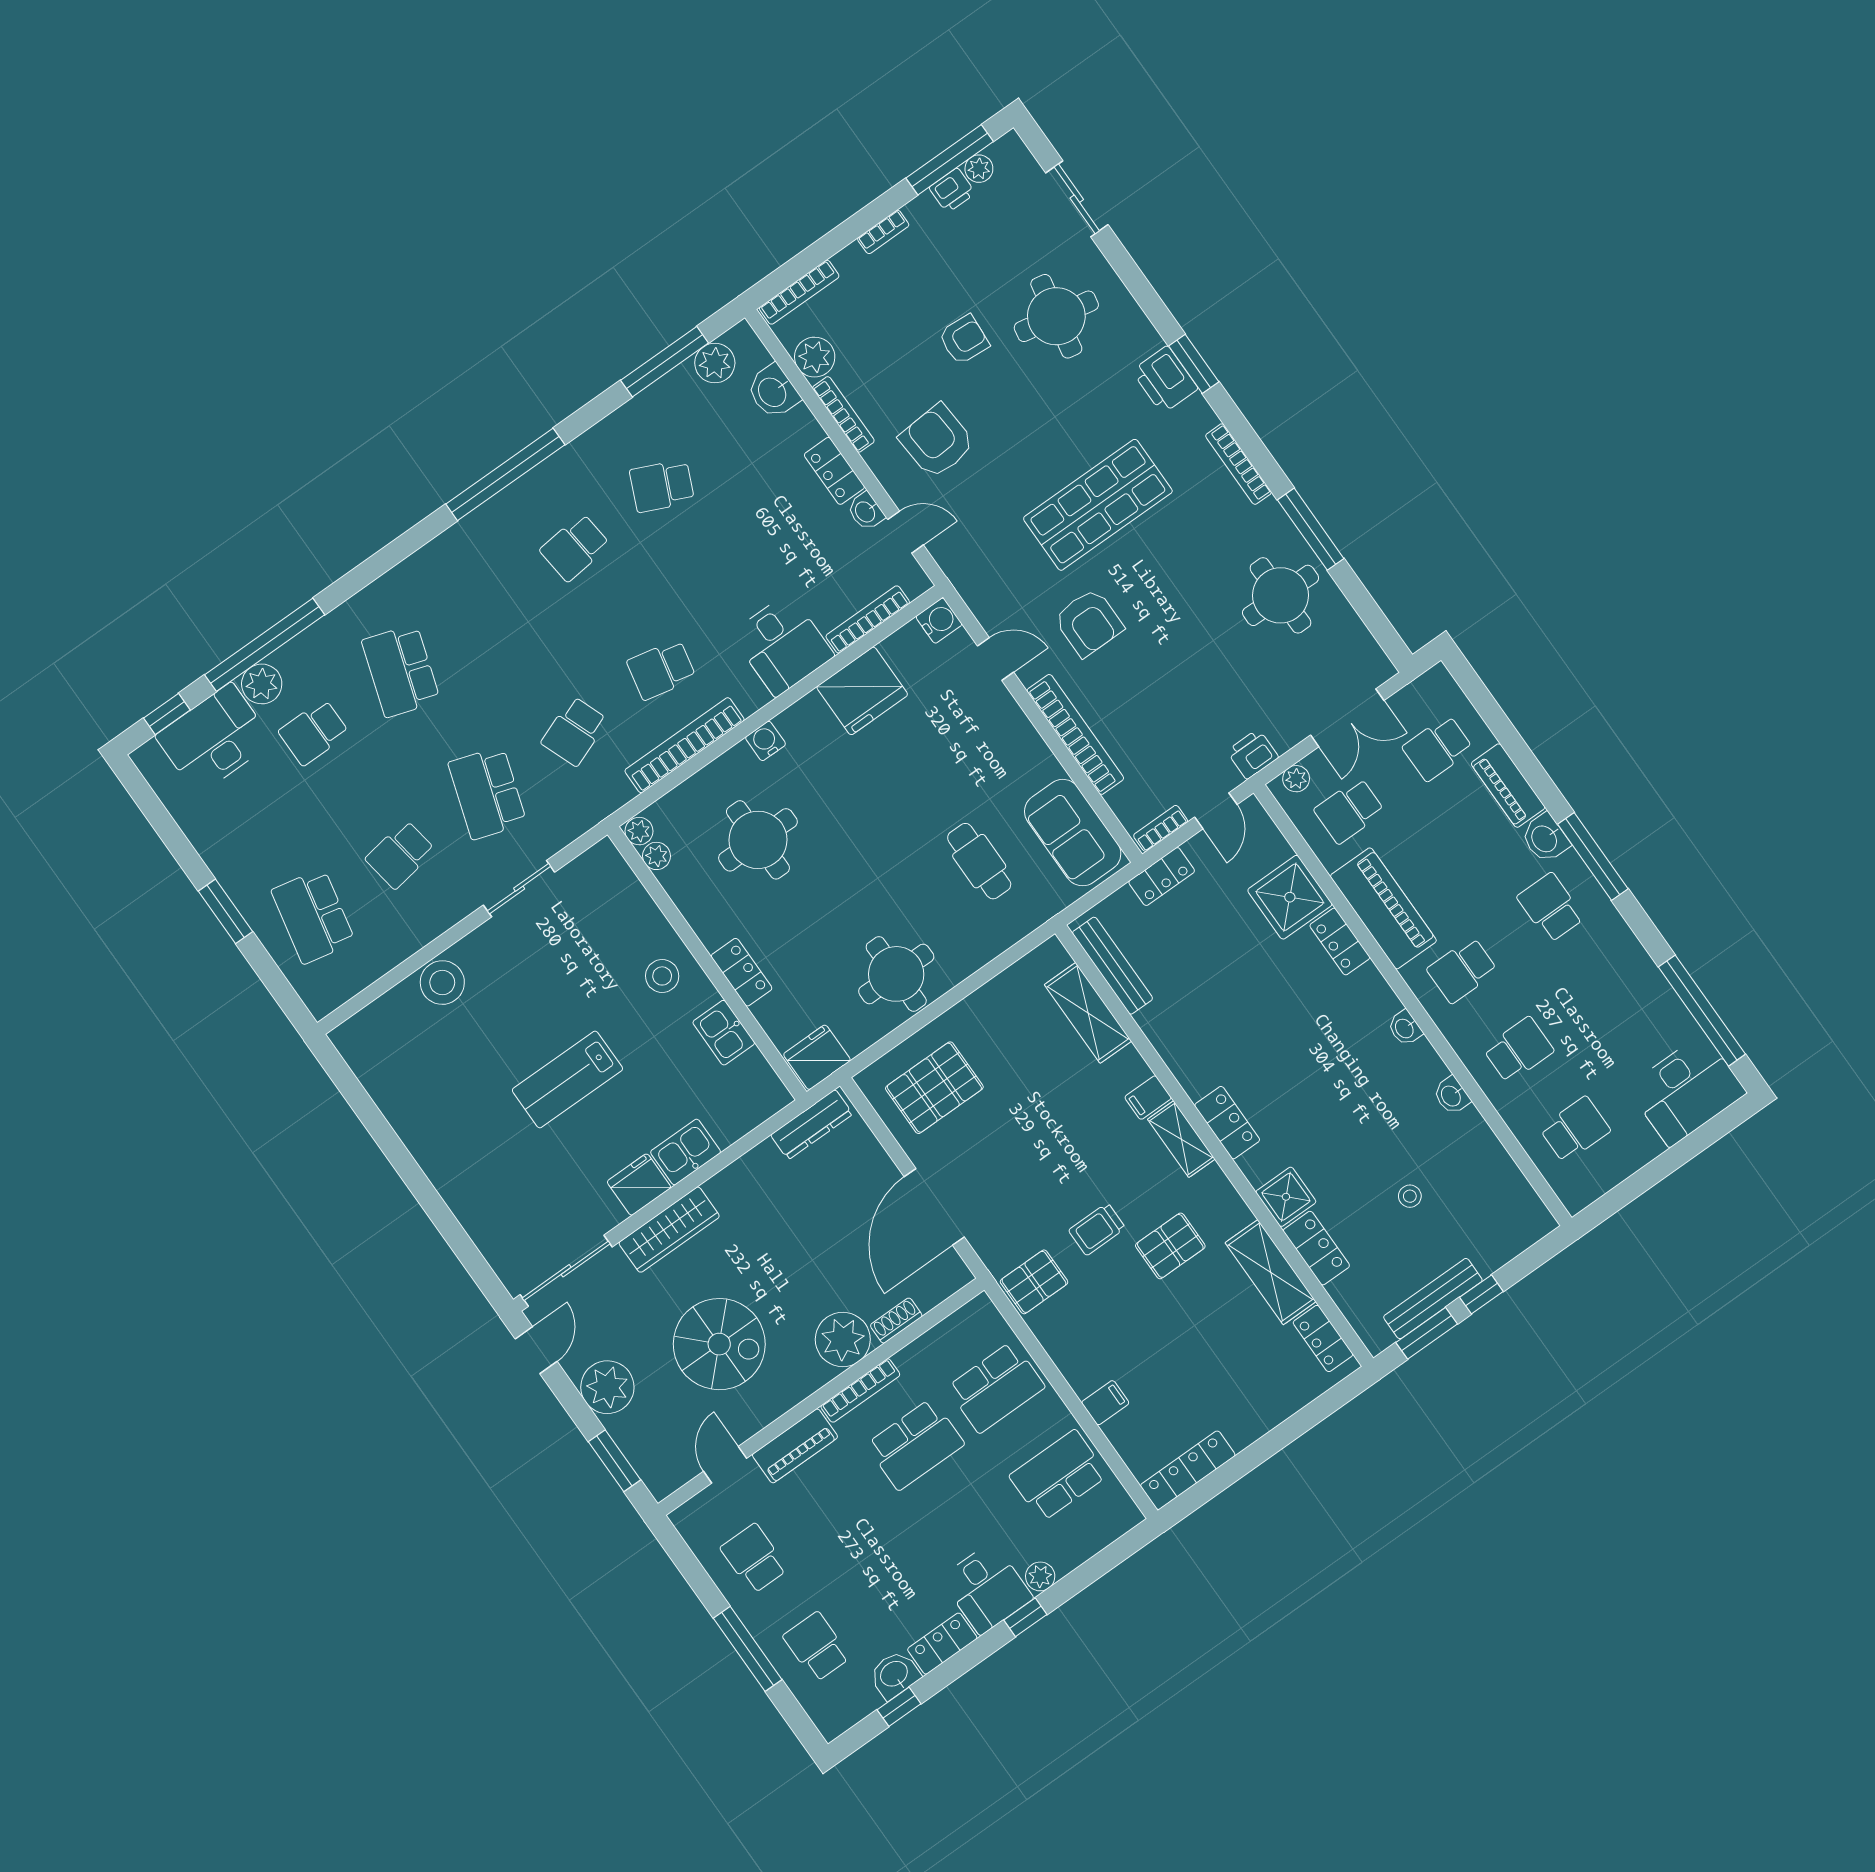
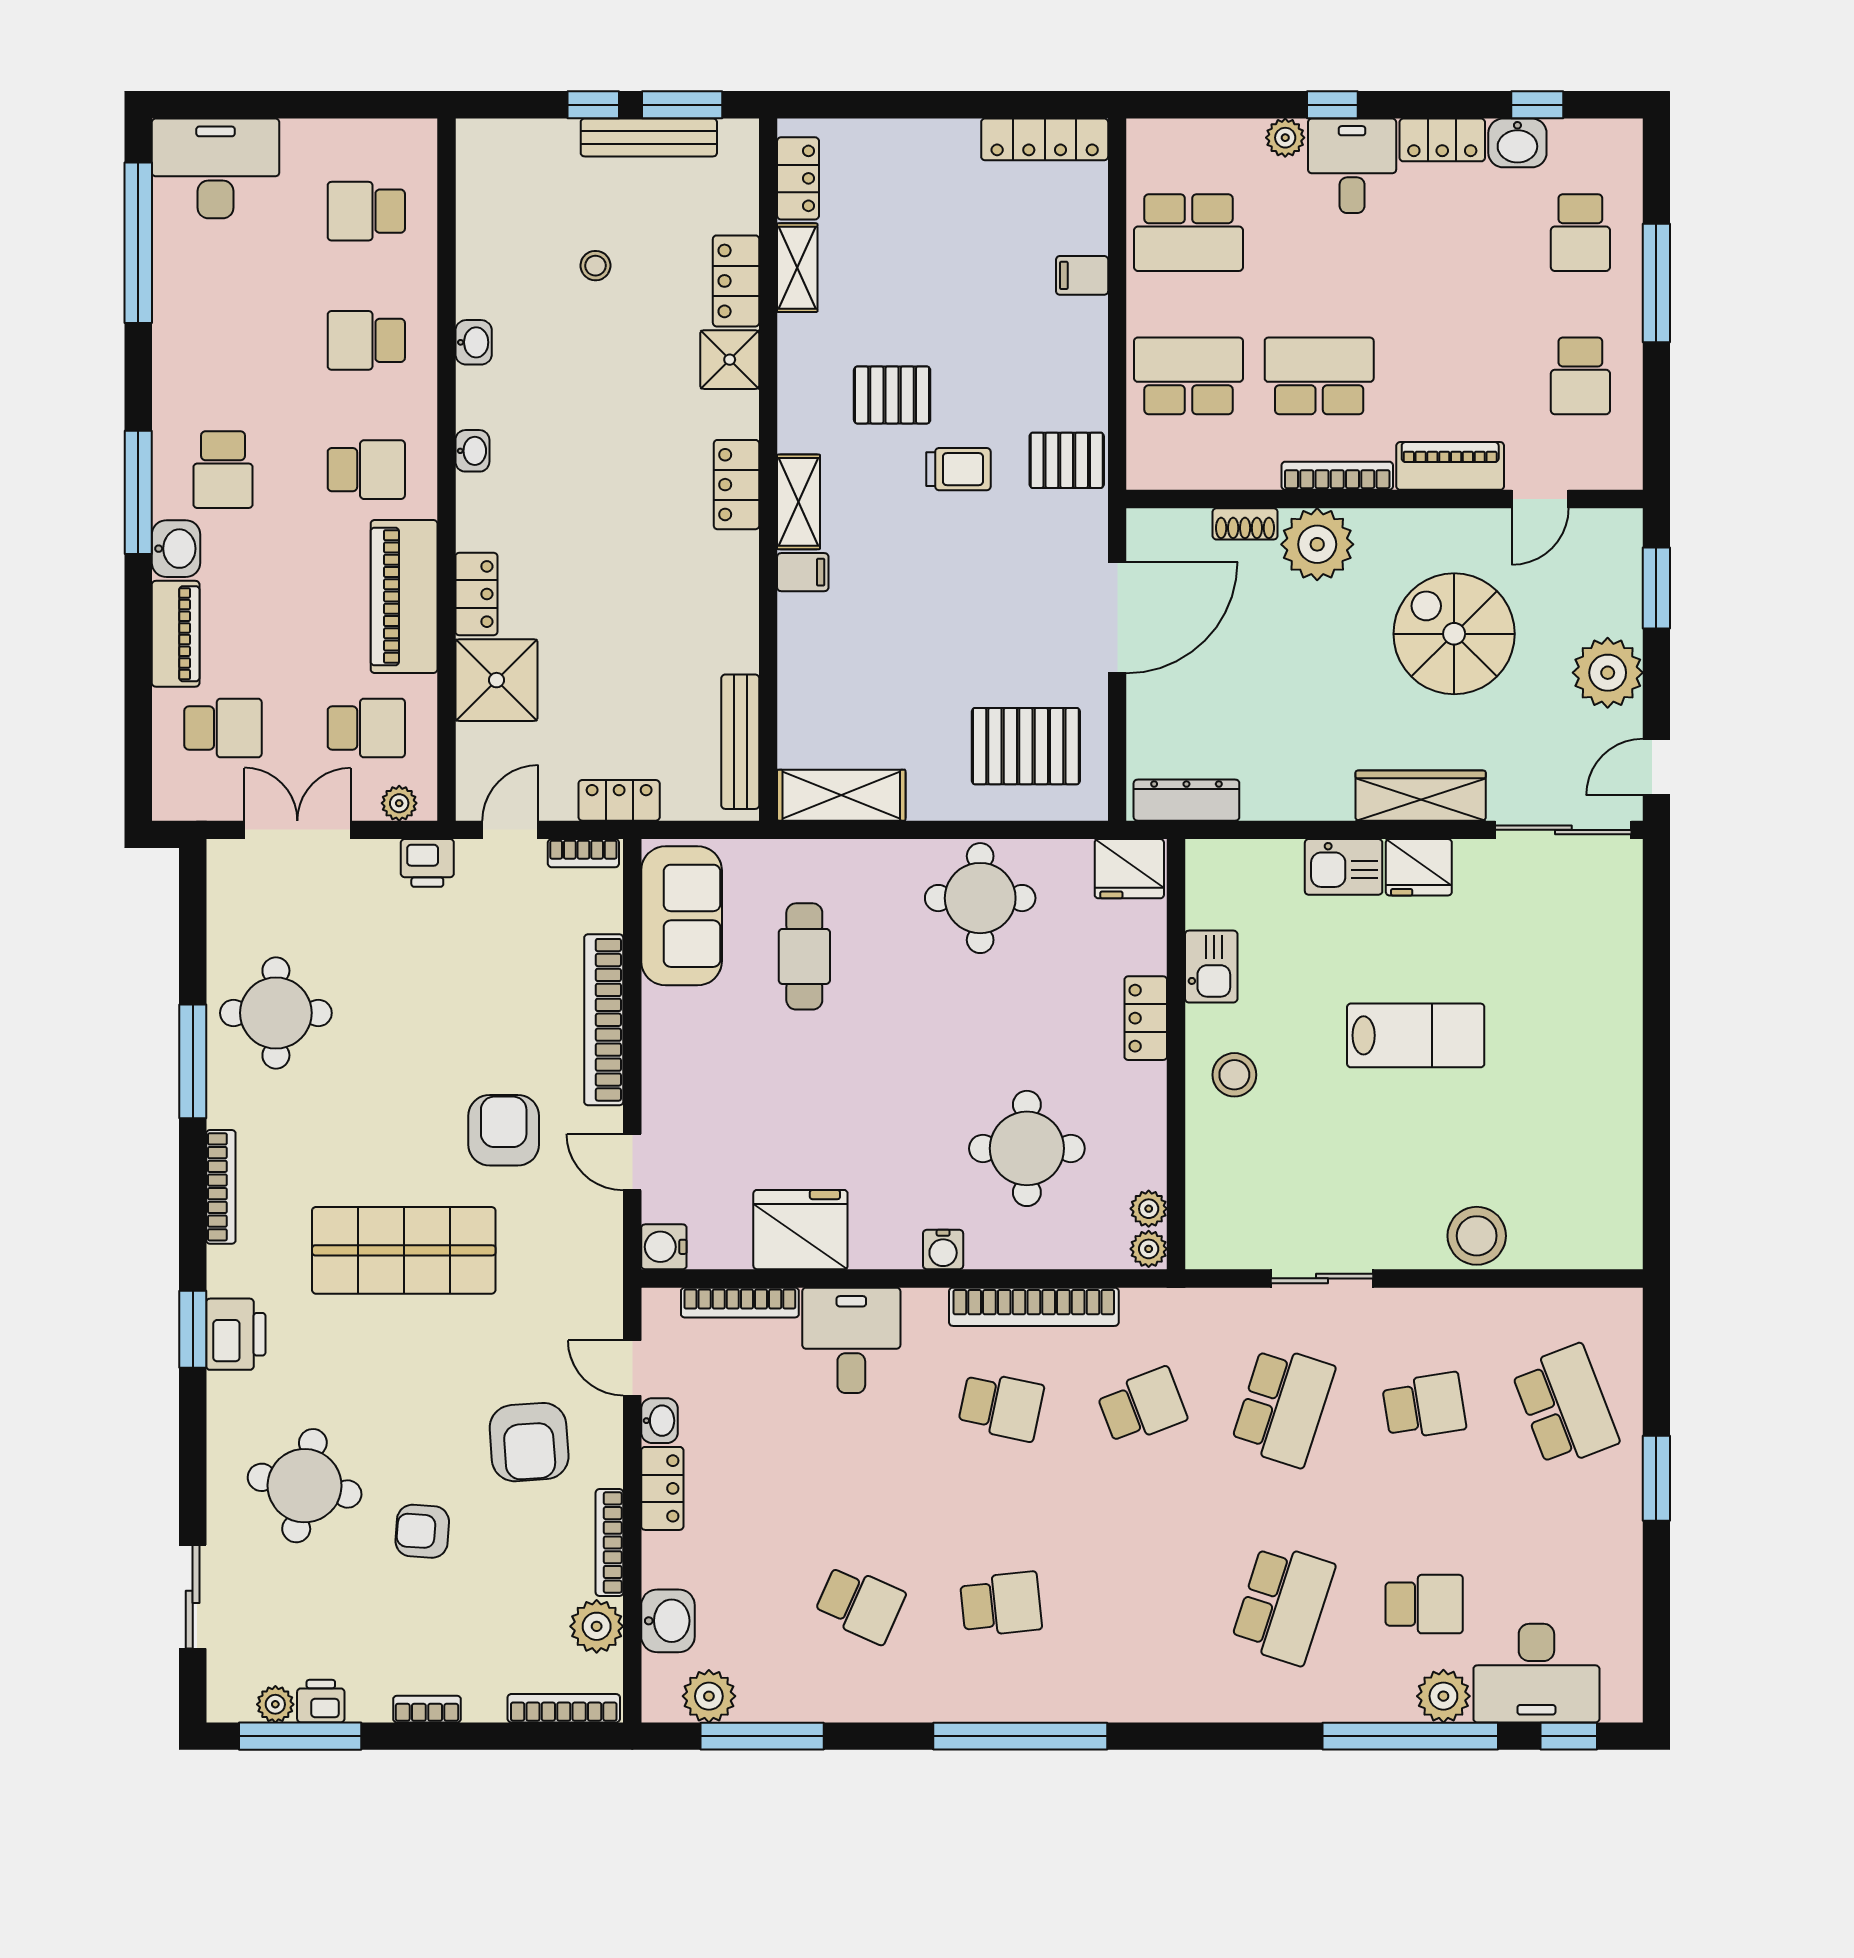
school desk: (313, 916) -> (1565, 1406), turned -33
shelving: (1088, 1013) -> (841, 795), moved, turned 90
shelving: (1271, 1272) -> (797, 268), width x0.67, depth x0.75

